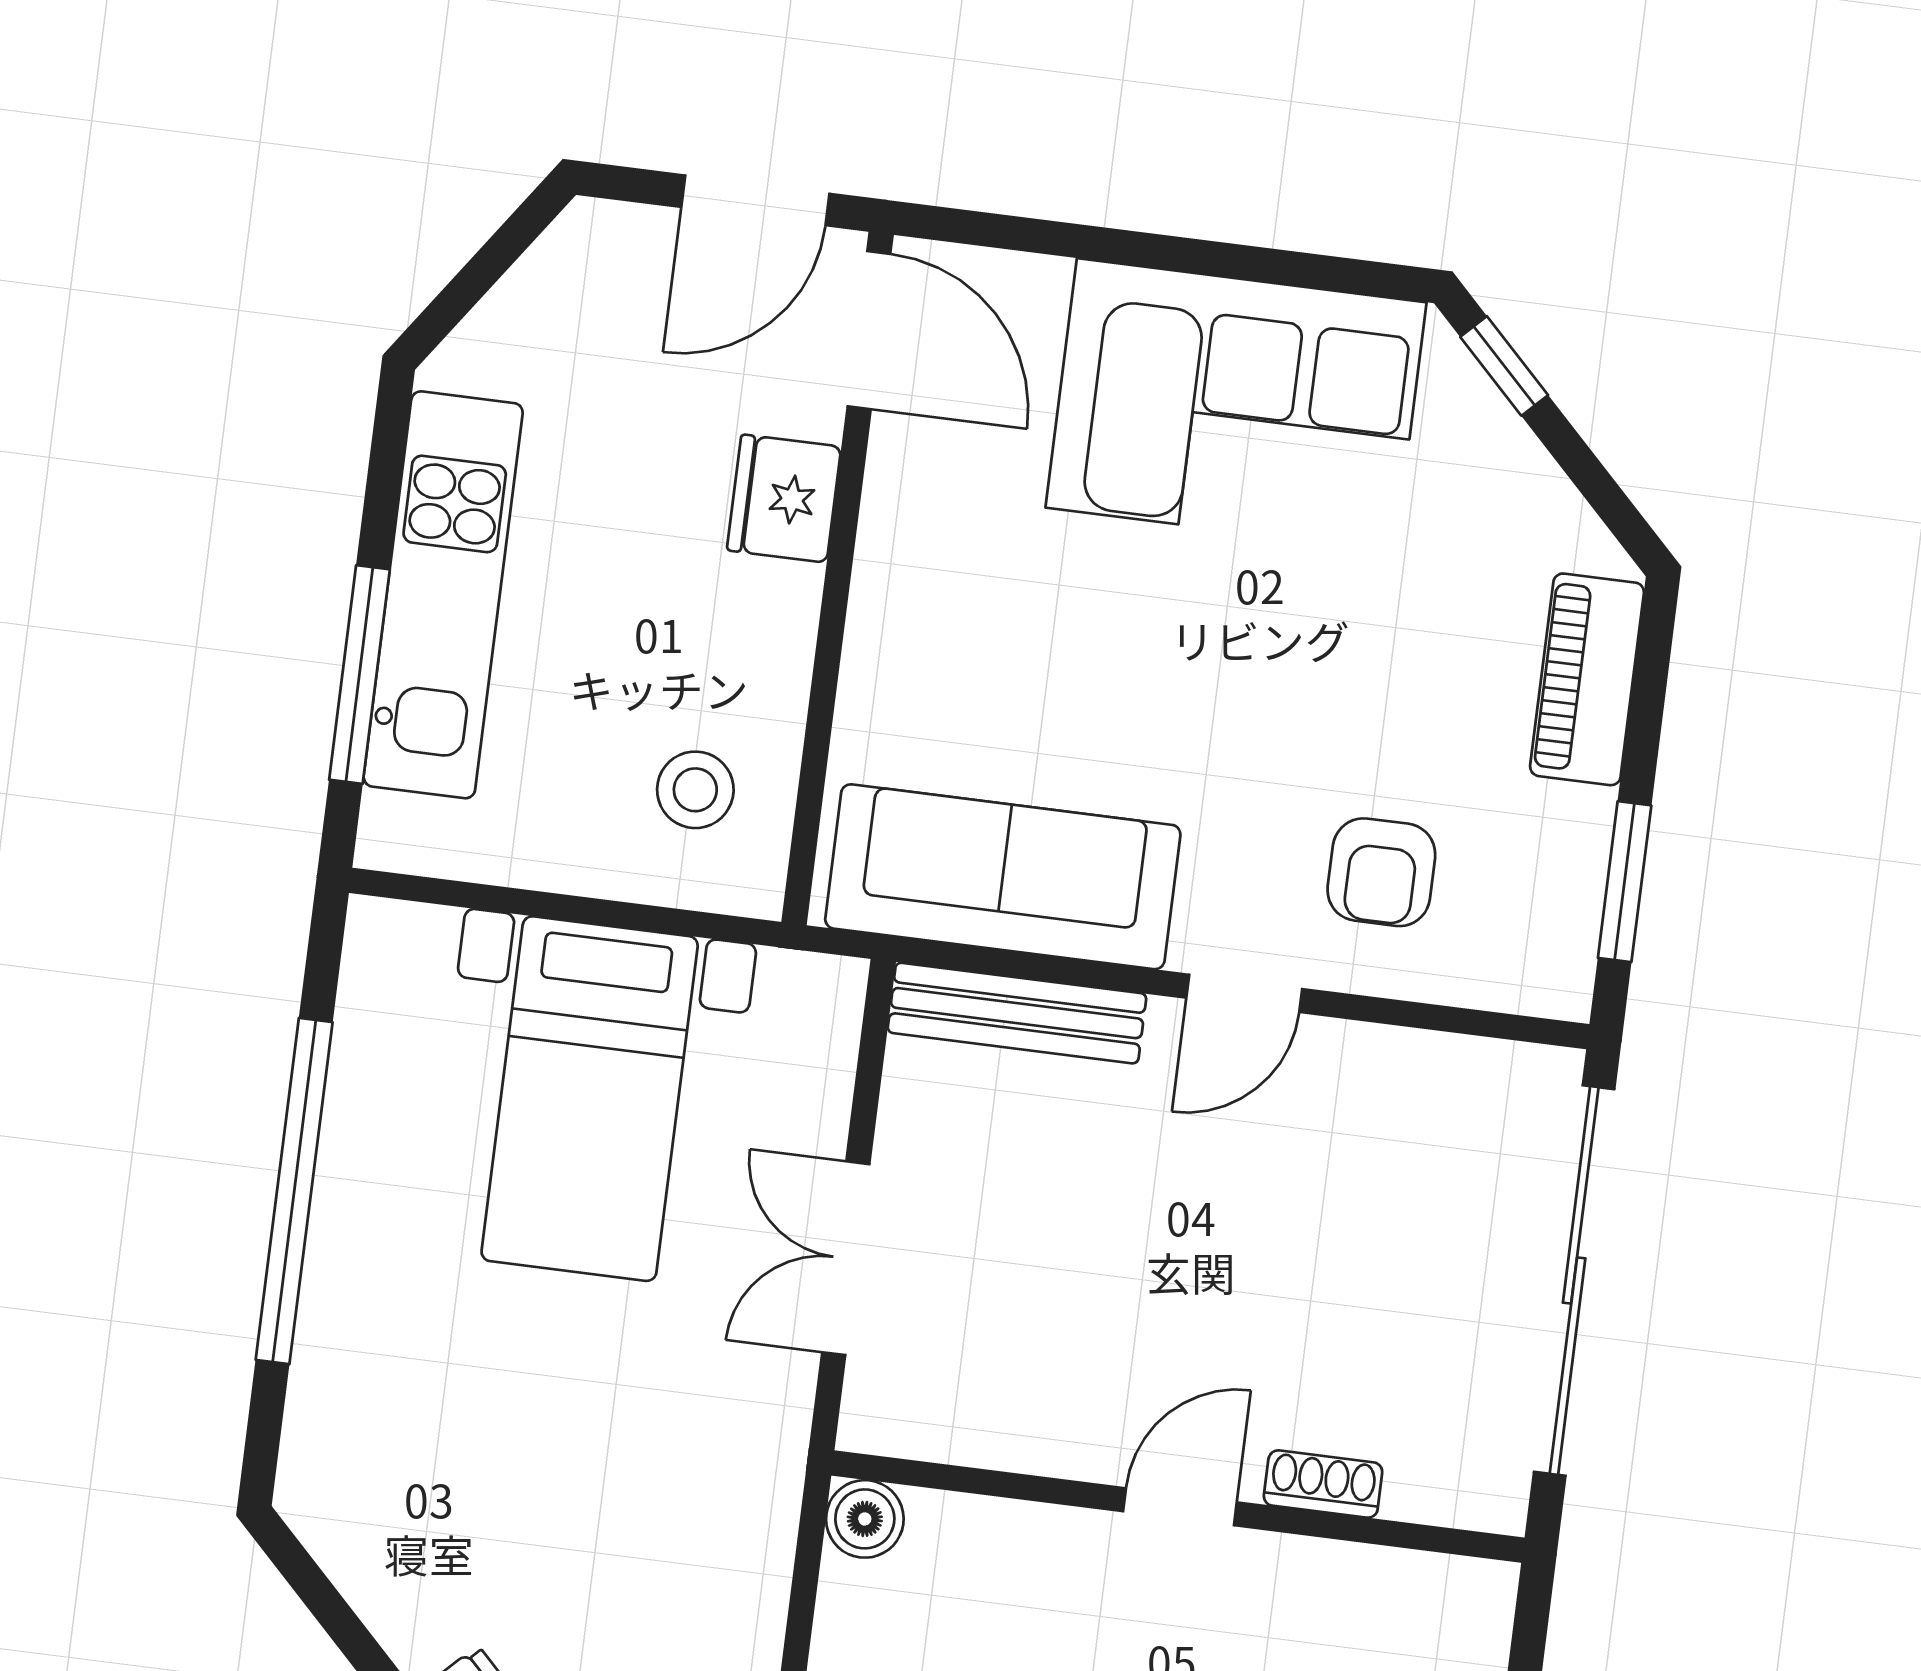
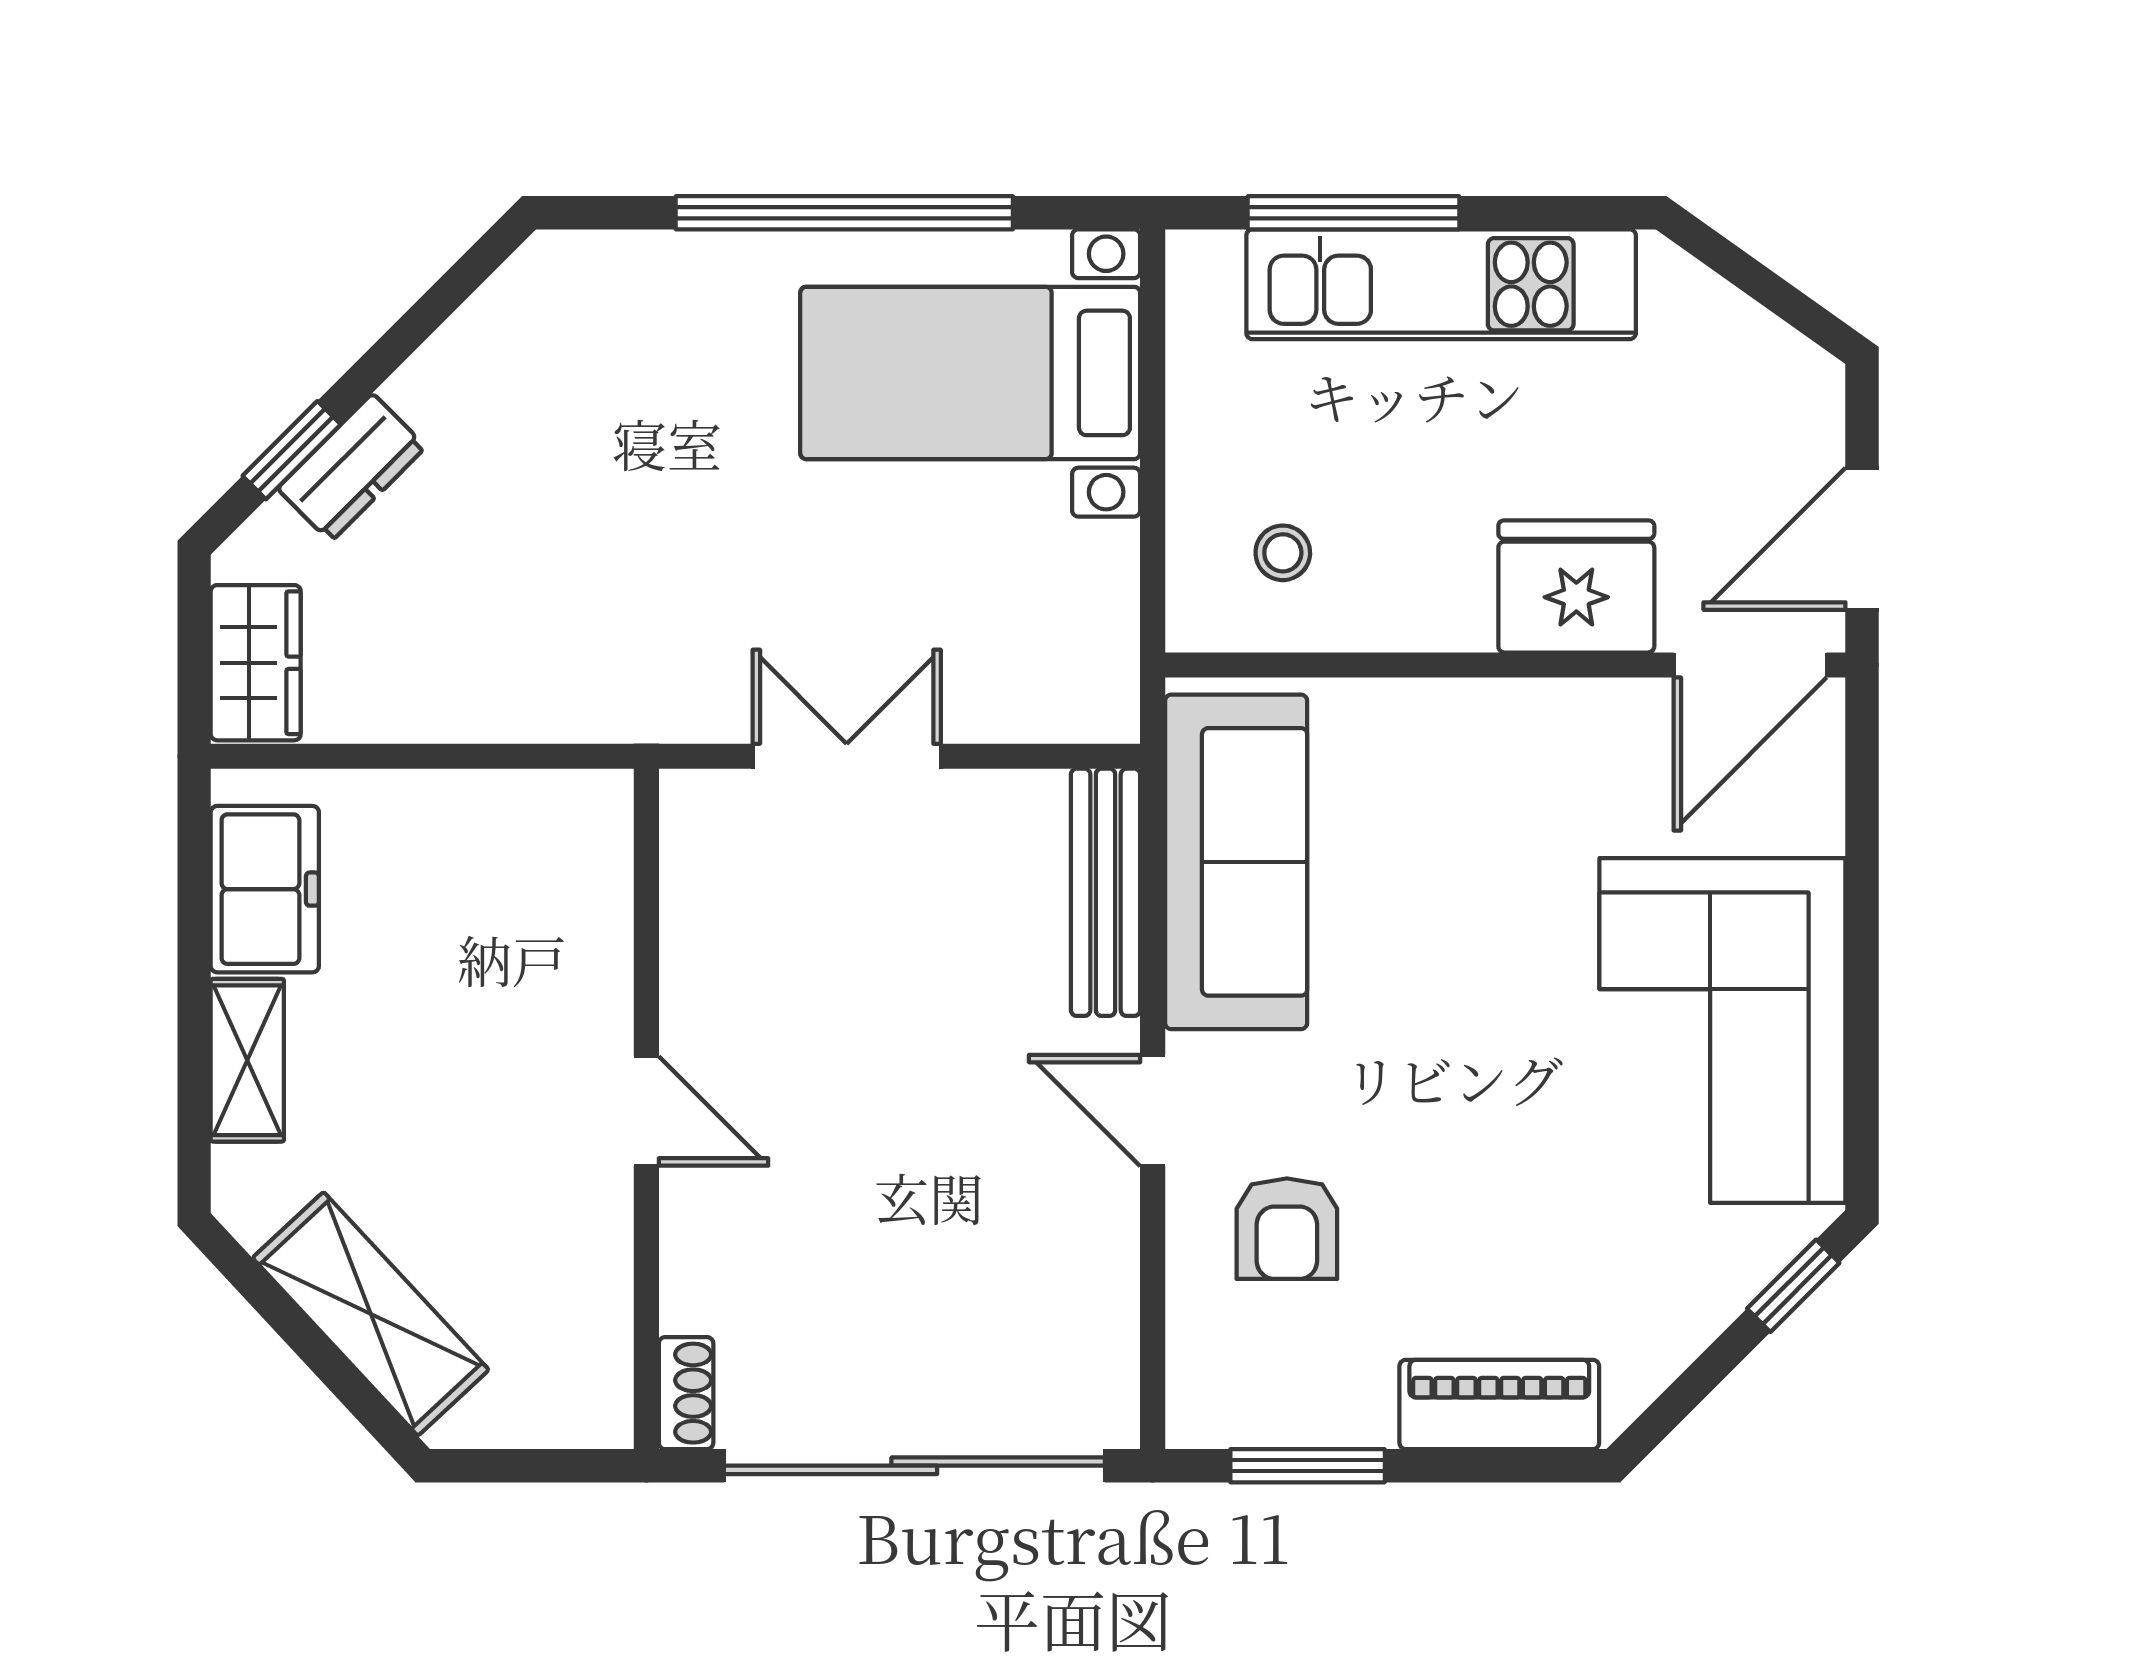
door: (755, 200) -> (1862, 539), hinge flipped
fridge: (784, 499) -> (1576, 586), width x1.36, depth x1.34
stool: (695, 790) -> (1283, 553), width x0.73, depth x0.73
armchair: (1381, 872) -> (1287, 1229), turned -90
bed with nightstands: (590, 1099) -> (970, 373), moved
shoe rack: (1323, 1484) -> (686, 1393), moved
boiler: (865, 1519) -> (596, 807), removed

